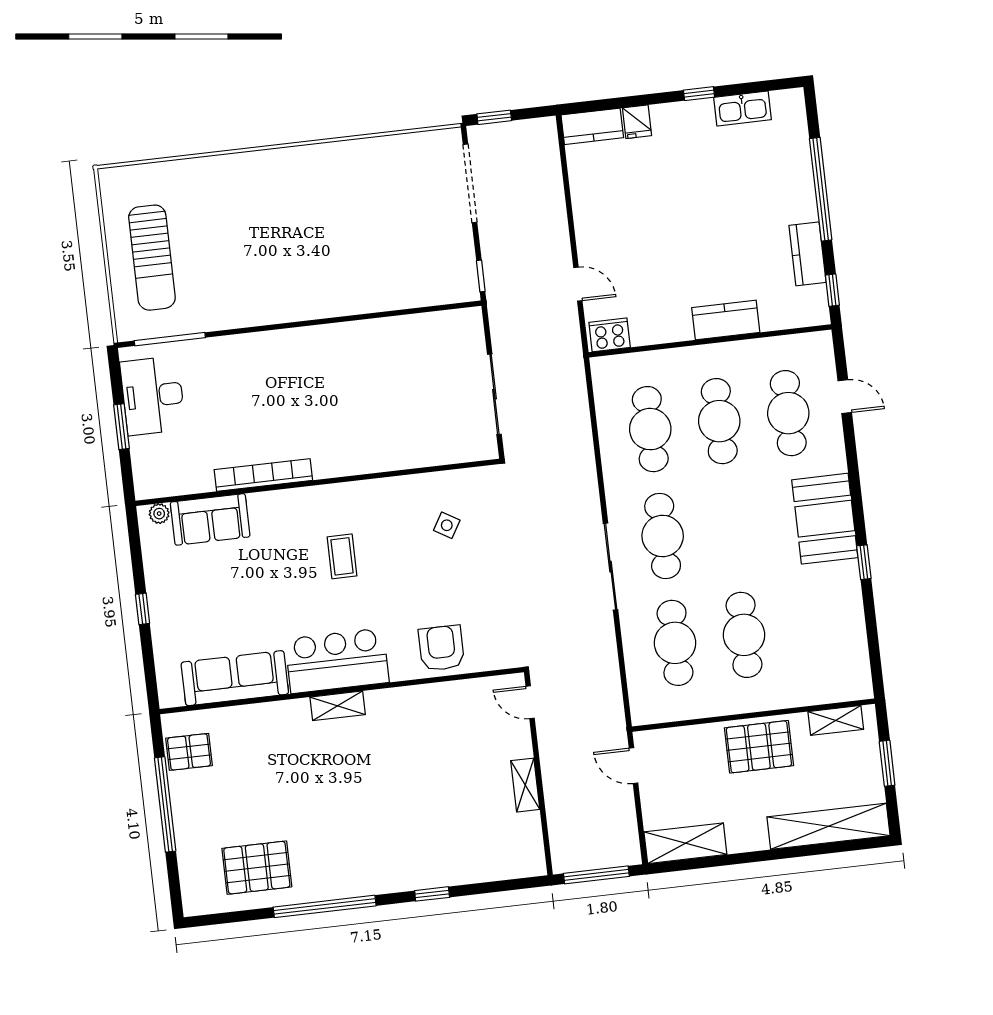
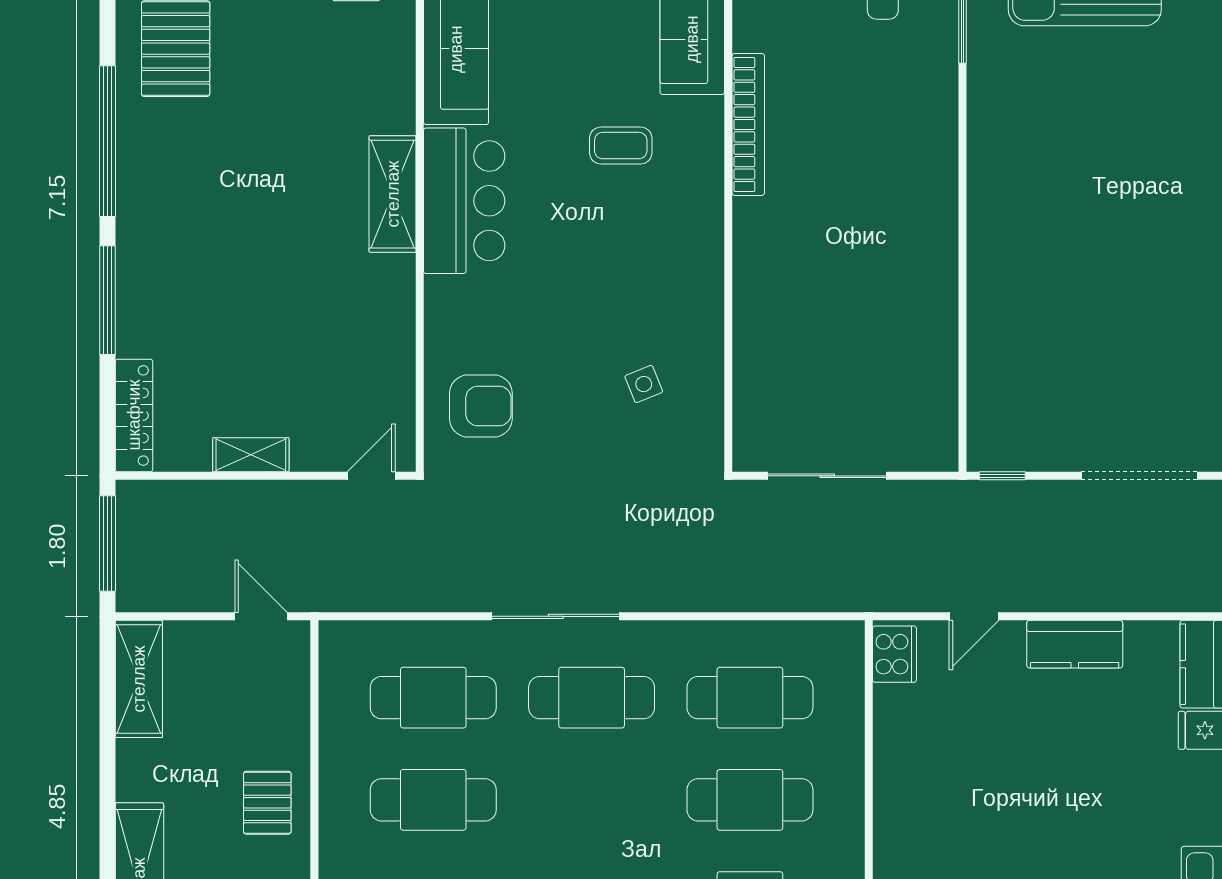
kitchen counter: (726, 320) -> (1075, 644), moved, turned 90
side table: (447, 525) -> (644, 384), turned 37
coffee table: (342, 556) -> (621, 146), moved
armchair: (441, 648) -> (481, 406), moved
shelving: (338, 706) -> (393, 194), width x1.50, depth x1.33
pallet: (759, 747) -> (267, 803), width x0.67, depth x0.71
door: (634, 766) -> (261, 616), hinge flipped
locker: (508, 867) -> (134, 415), added
window: (432, 894) -> (107, 300), width x2.17

